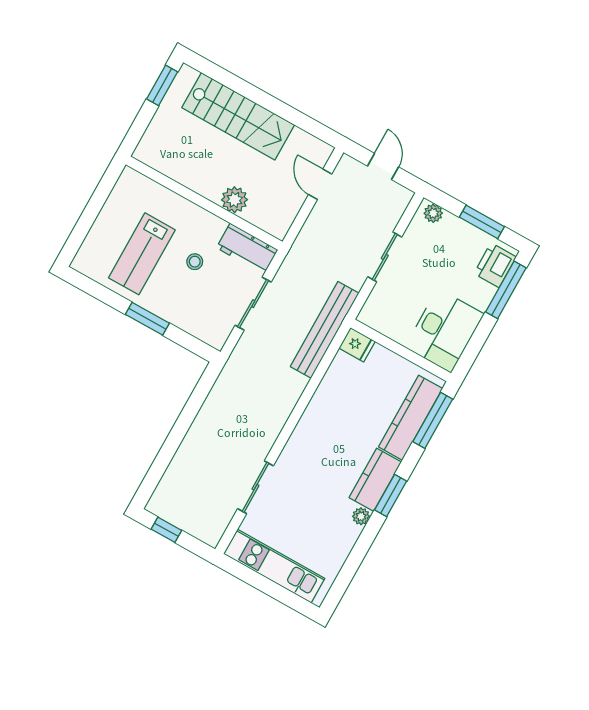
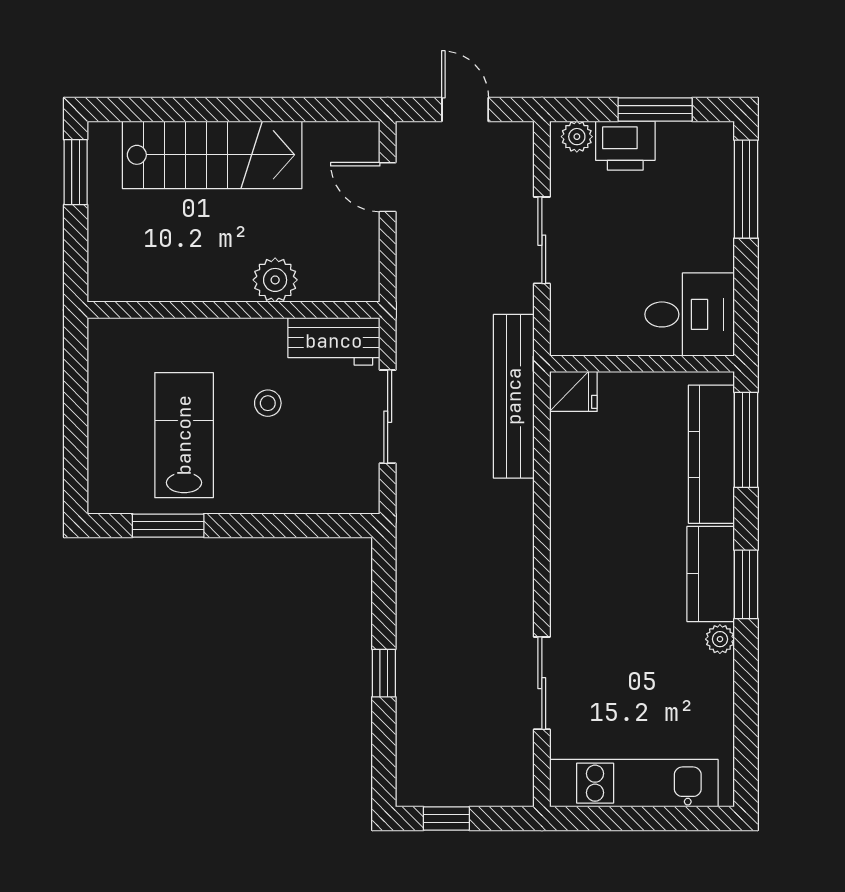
lab bench: (142, 254) -> (184, 435), turned 180
printer: (495, 265) -> (625, 146), moved, turned -90
window: (147, 319) -> (168, 526), moved
desk: (444, 331) -> (690, 314), width x0.73
window: (176, 436) -> (384, 673), added

